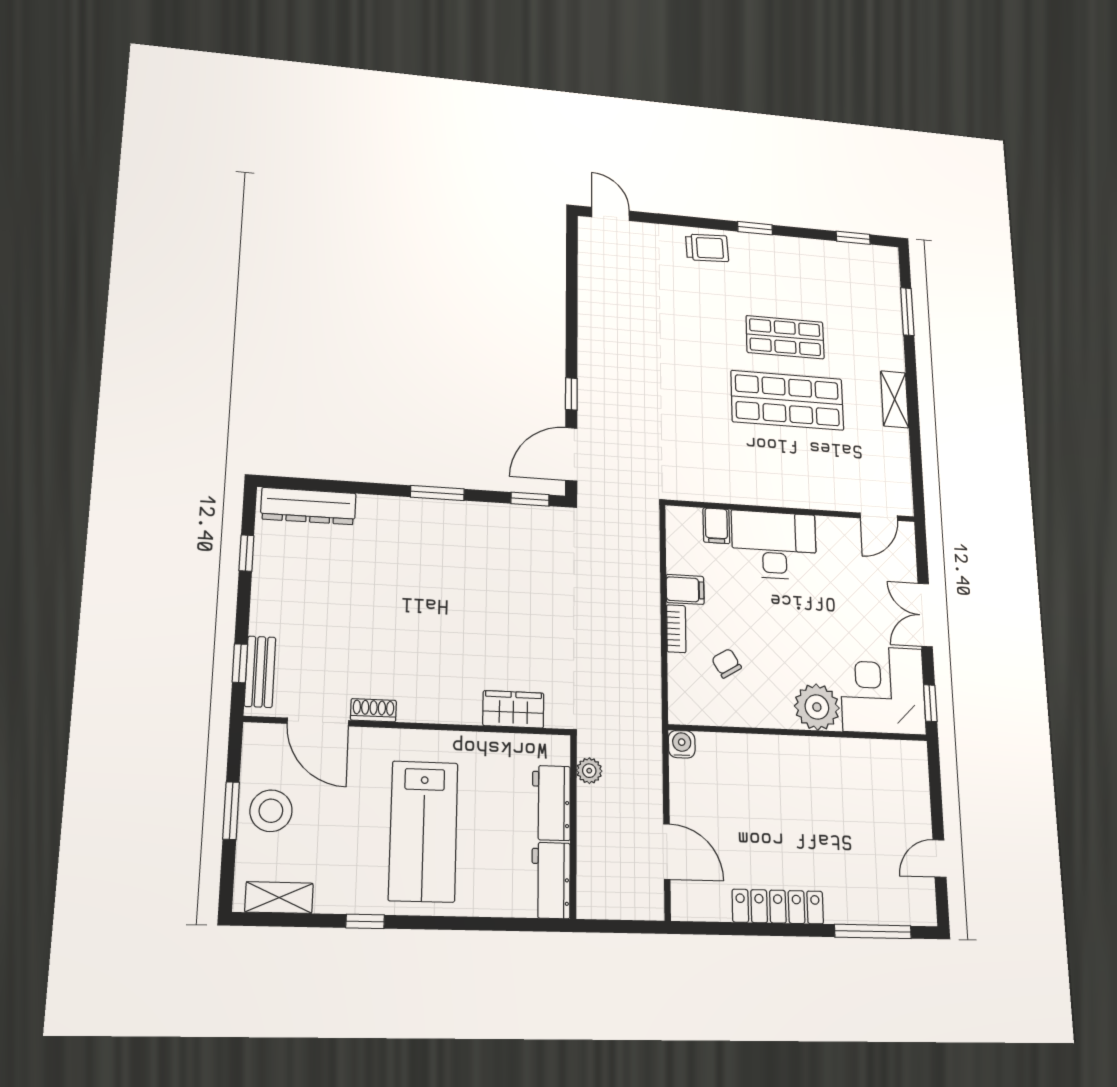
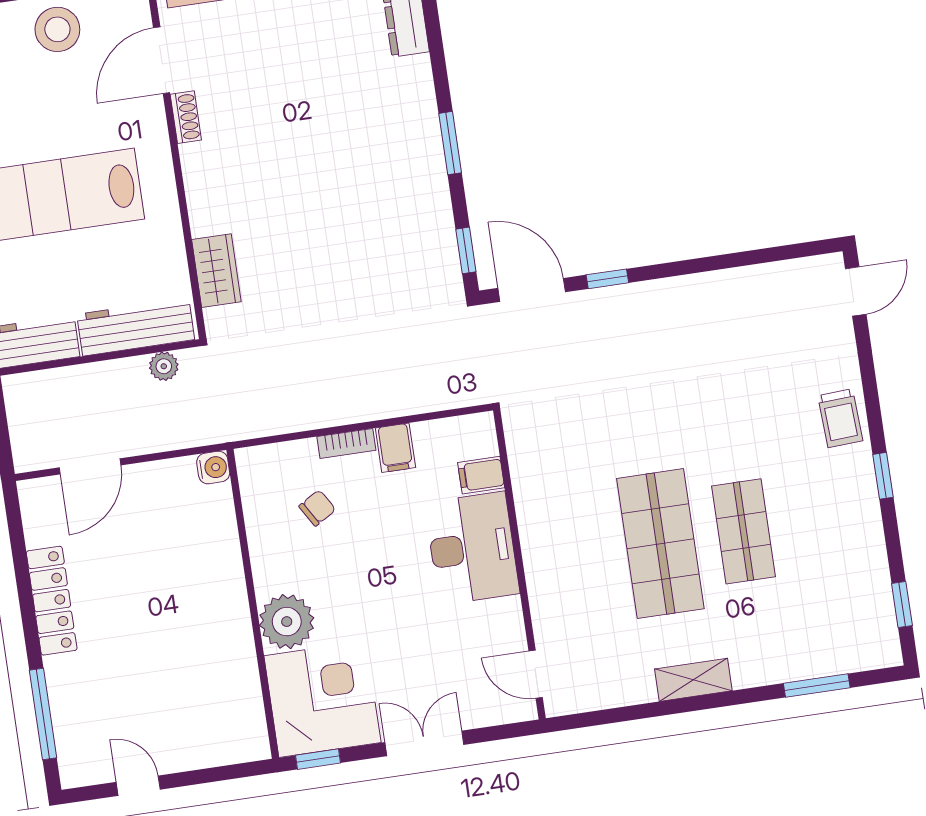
workbench: (551, 803) -> (136, 327), width x1.38

